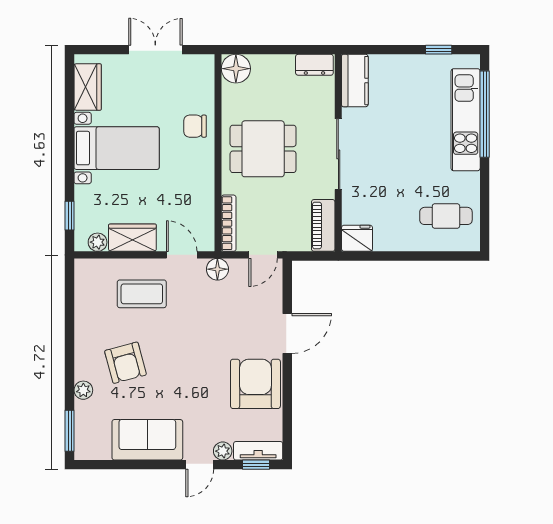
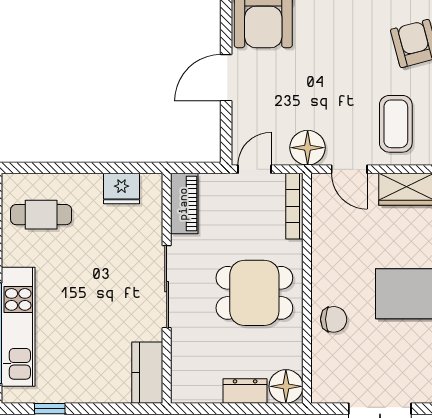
dresser: (314, 65) -> (245, 391), moved
fridge: (357, 238) -> (122, 189), moved
floor lamp: (217, 269) -> (308, 148), width x1.38, depth x1.38
coffee table: (142, 294) -> (396, 124), turned 90

